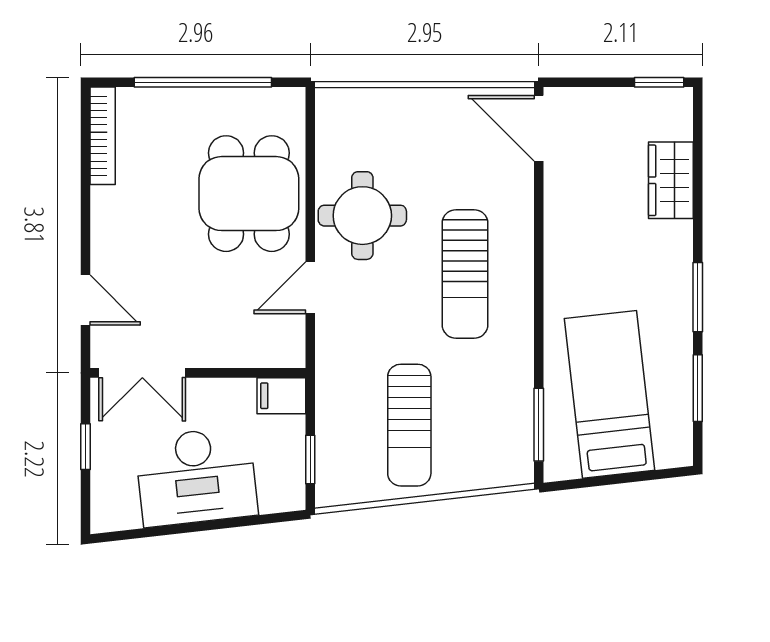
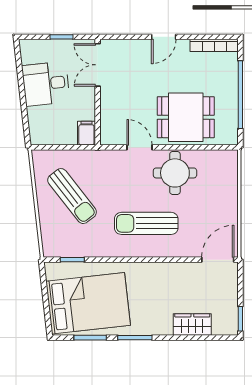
door: (85, 300) -> (164, 37), moved
bed: (610, 394) -> (88, 303), width x1.50
sun lounger: (409, 425) -> (72, 196), turned -128
window: (539, 425) -> (72, 260), width x0.67
window: (310, 460) -> (55, 147), removed
desk: (196, 477) -> (46, 84), width x0.73

